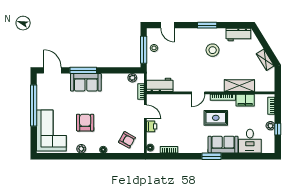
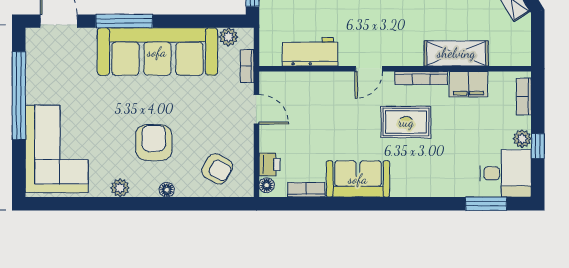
sofa: (86, 82) -> (157, 52), width x1.85, depth x1.27
workbench: (160, 85) -> (310, 52), moved
armchair: (85, 123) -> (154, 143), moved
printer: (152, 126) -> (270, 164), moved
desk: (250, 141) -> (506, 173), moved, turned -90
sofa: (223, 145) -> (358, 179), moved
window: (211, 156) -> (486, 204), moved

